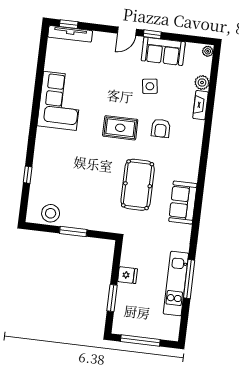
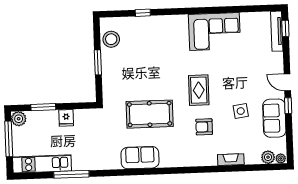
plant: (202, 83) -> (268, 157), moved
kitchen unit: (176, 284) -> (42, 164), moved
plant: (120, 326) -> (19, 119), added

